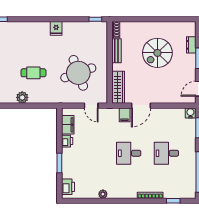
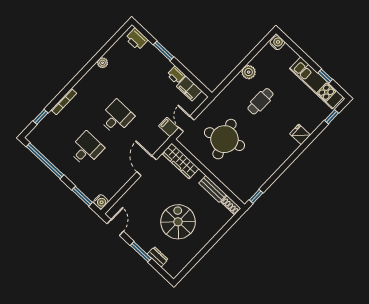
fridge: (56, 28) -> (300, 134), moved
door: (91, 106) -> (187, 124), hinge flipped
filing cabinet: (125, 115) -> (169, 127), moved

